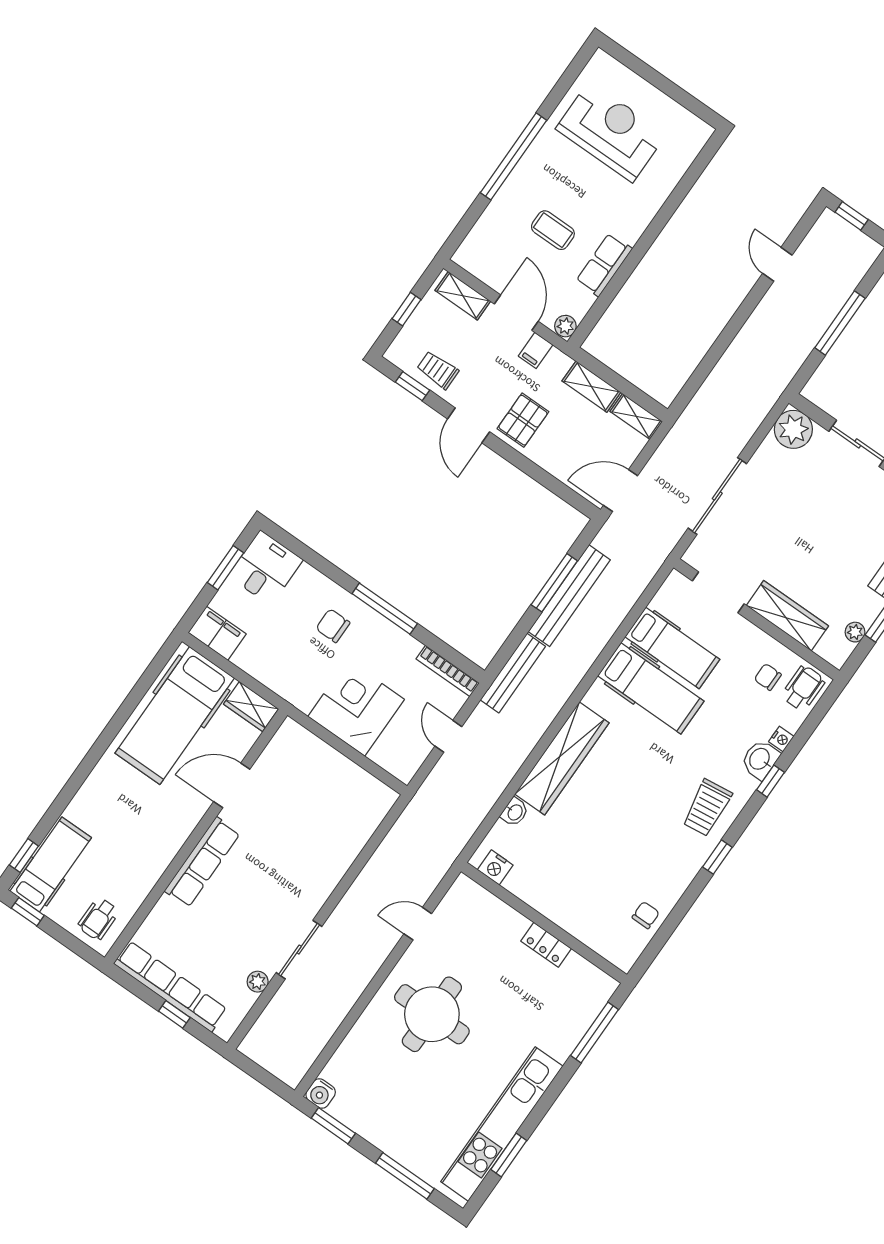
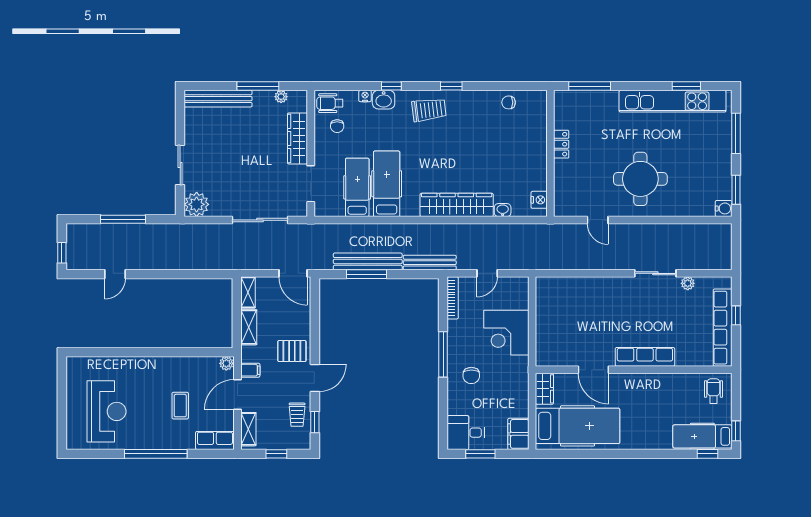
reception desk: (611, 132) -> (107, 411), turned 180
row of seats: (604, 265) -> (215, 440), moved, turned 180
wheelchair: (98, 919) -> (713, 391), turned -90

